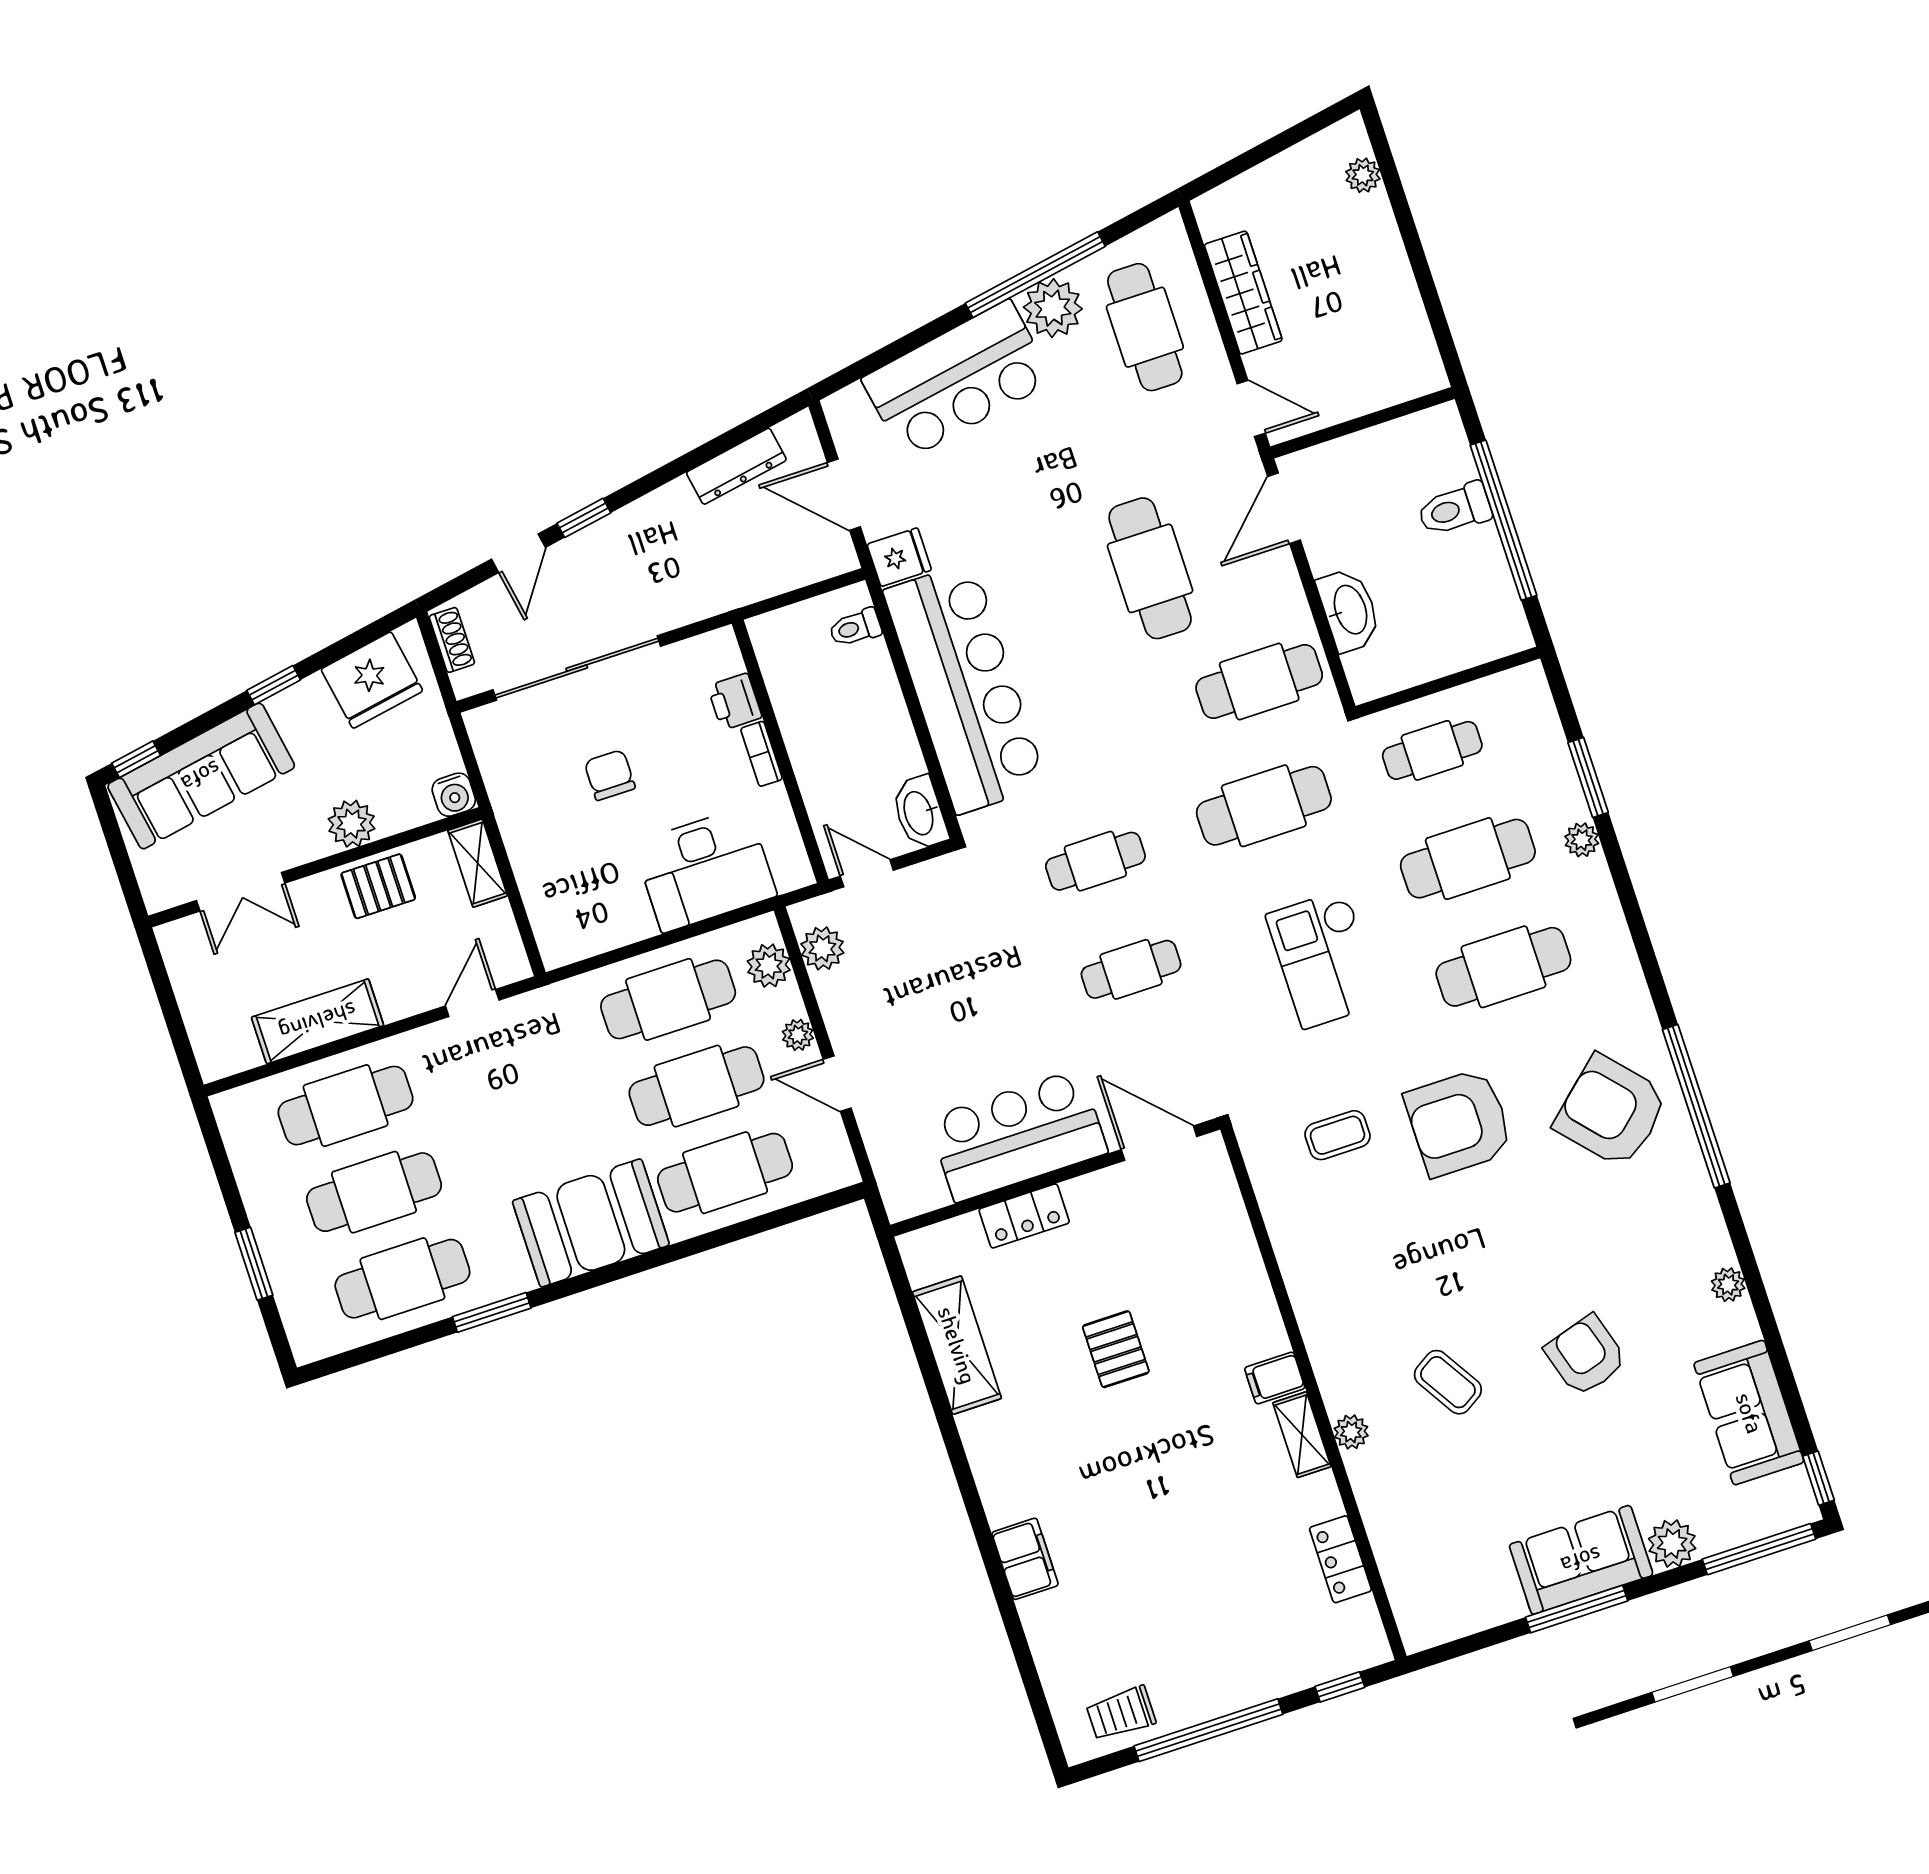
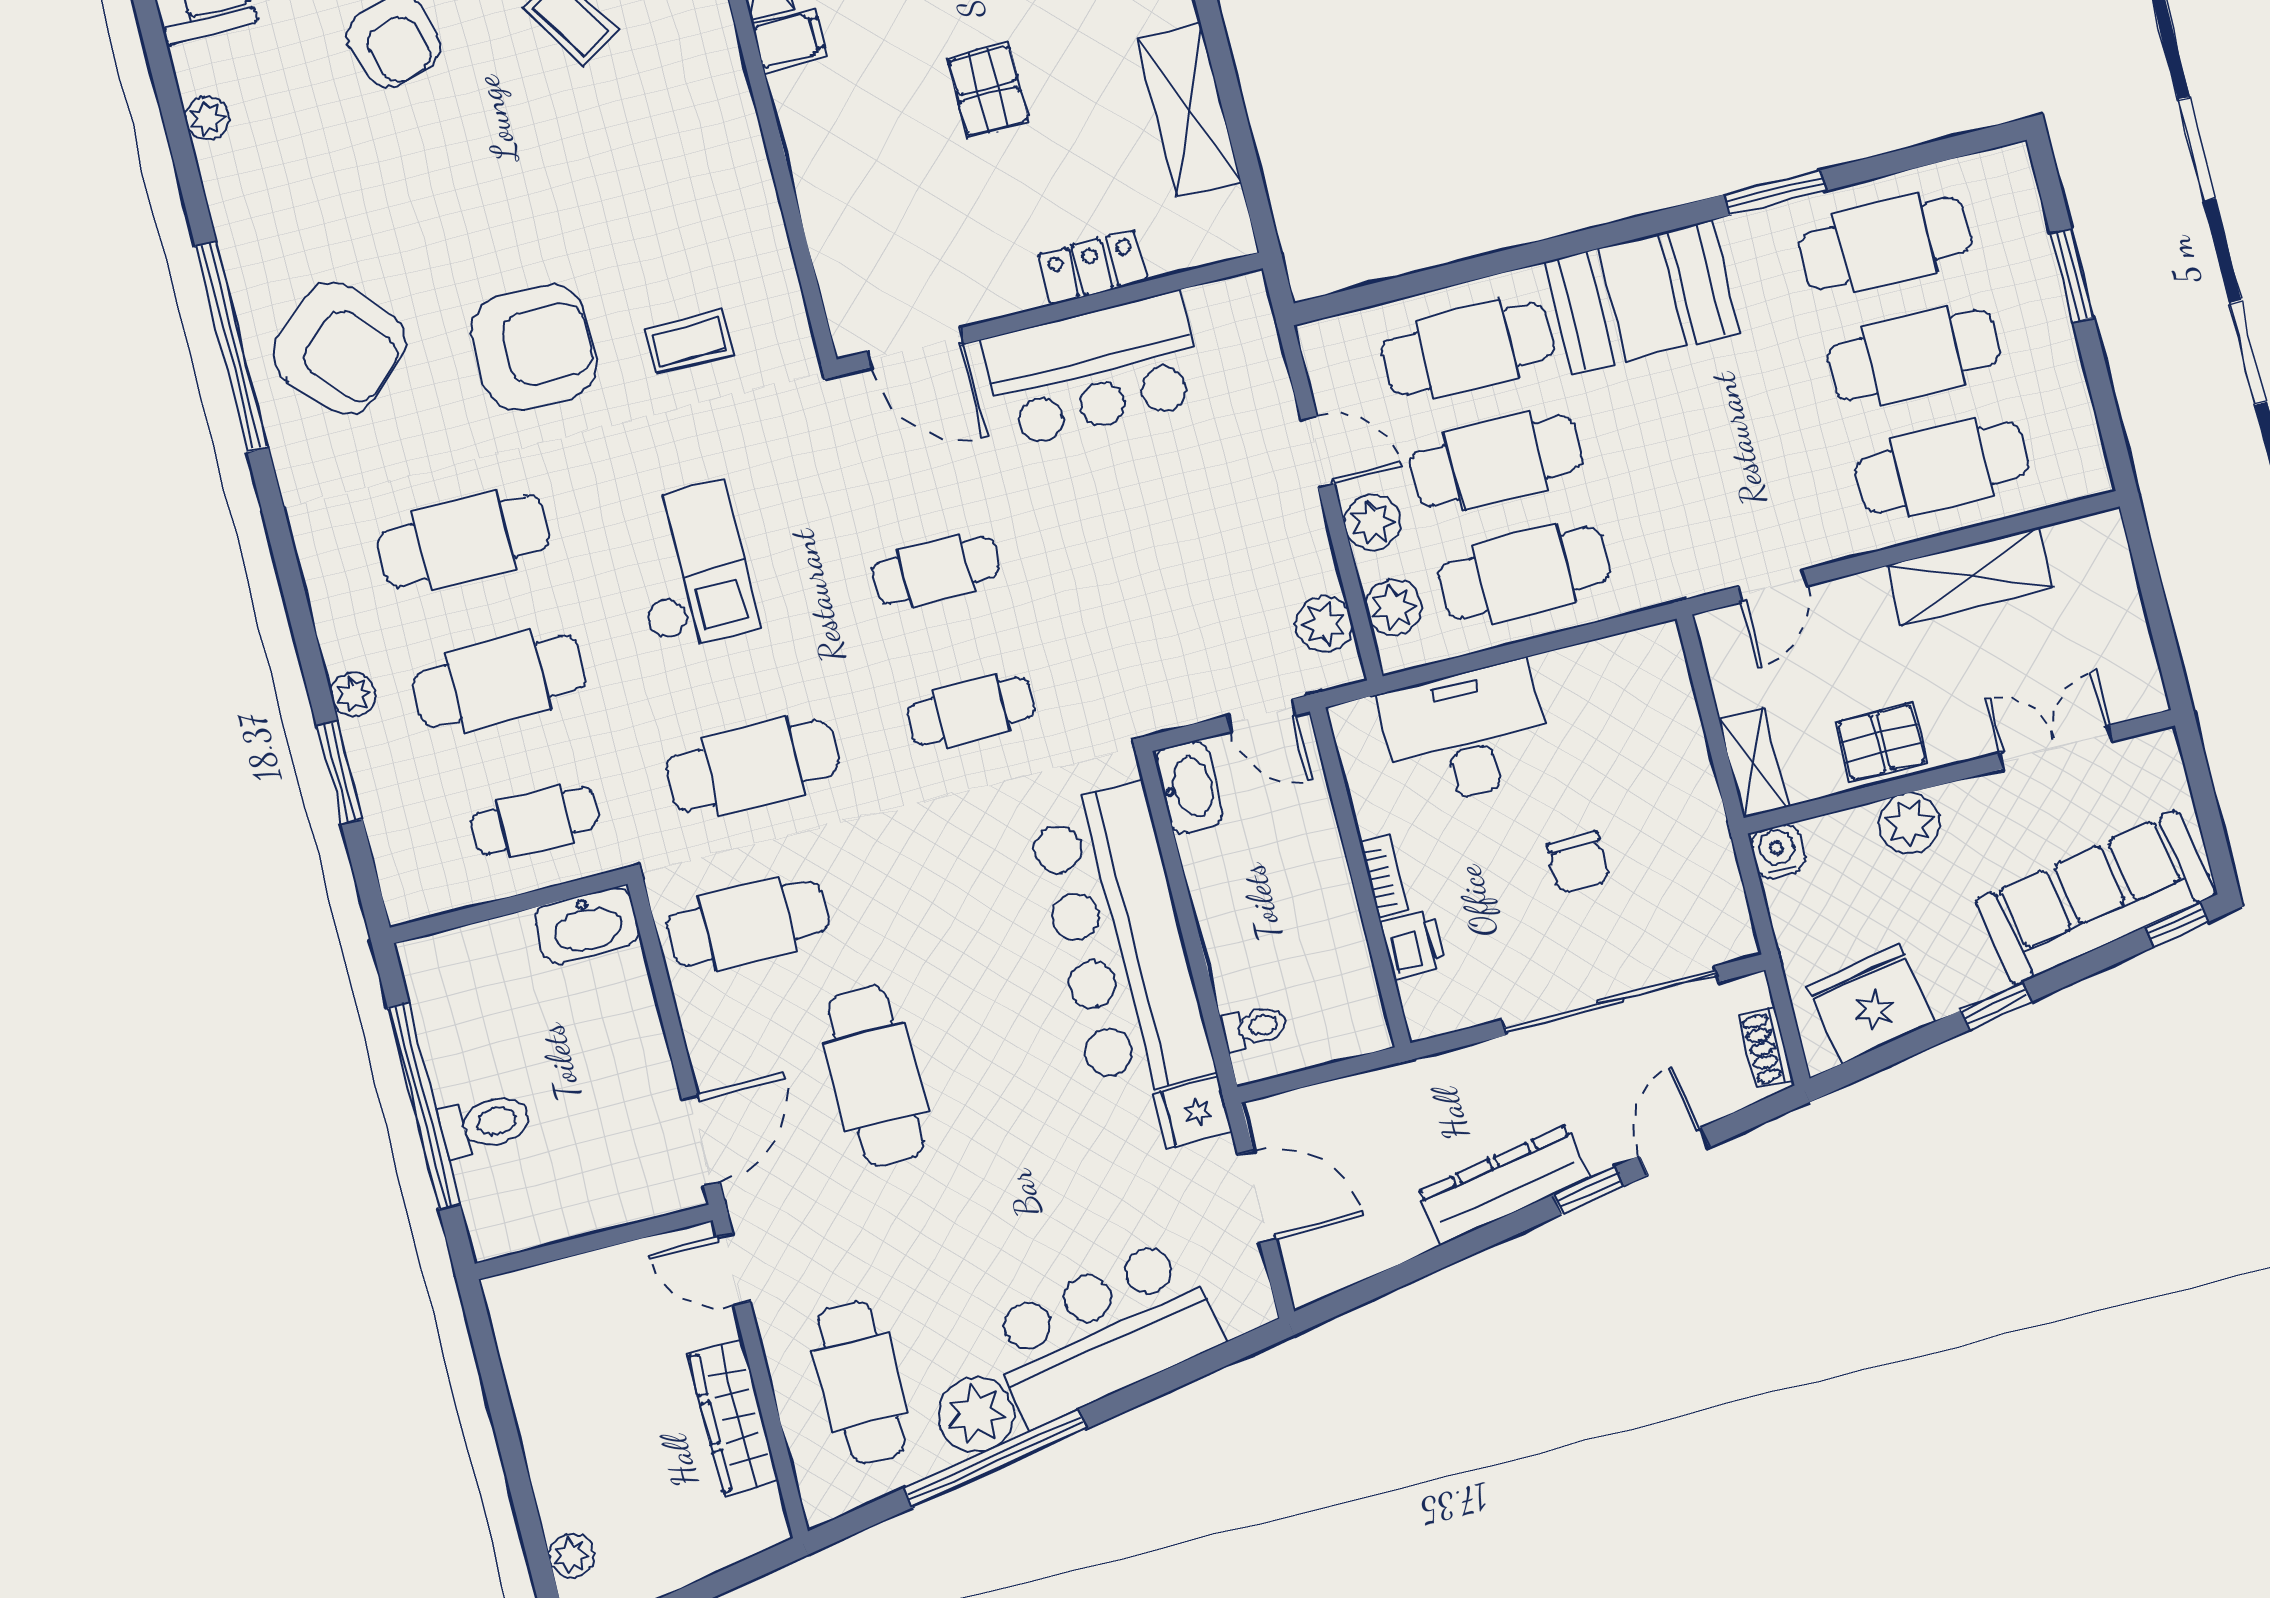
dresser: (736, 466) -> (1504, 1185), moved, width x1.37, depth x1.24
washbasin: (1349, 610) -> (587, 925), moved, turned -90
plant: (798, 1035) -> (1372, 522), width x1.38, depth x1.38

